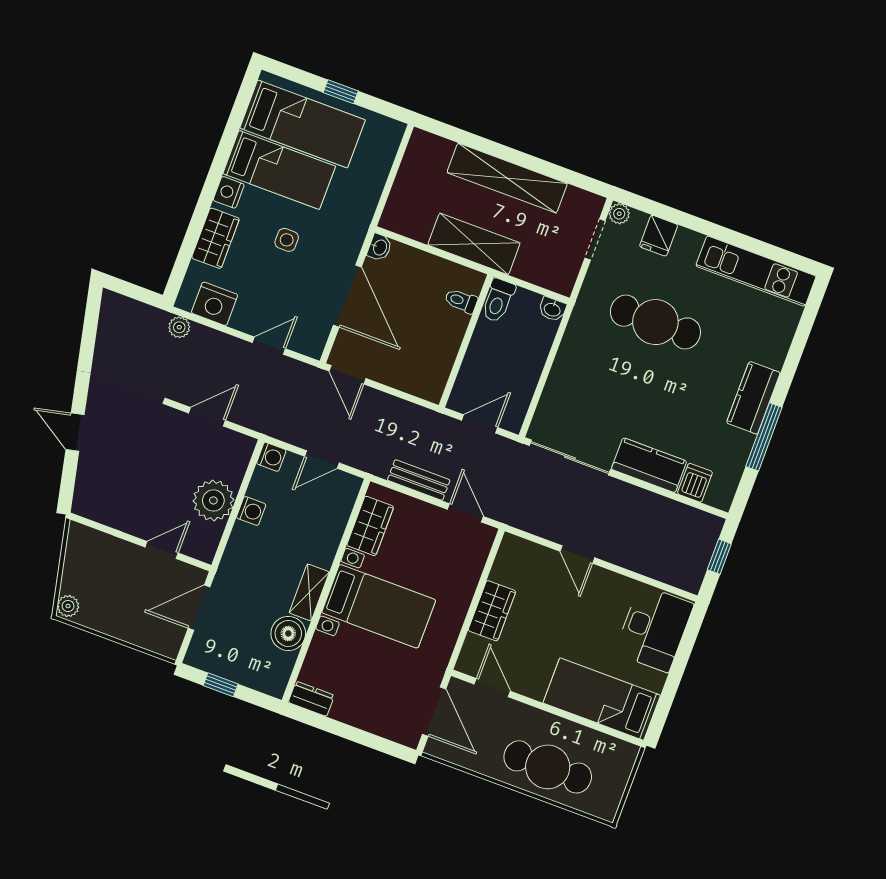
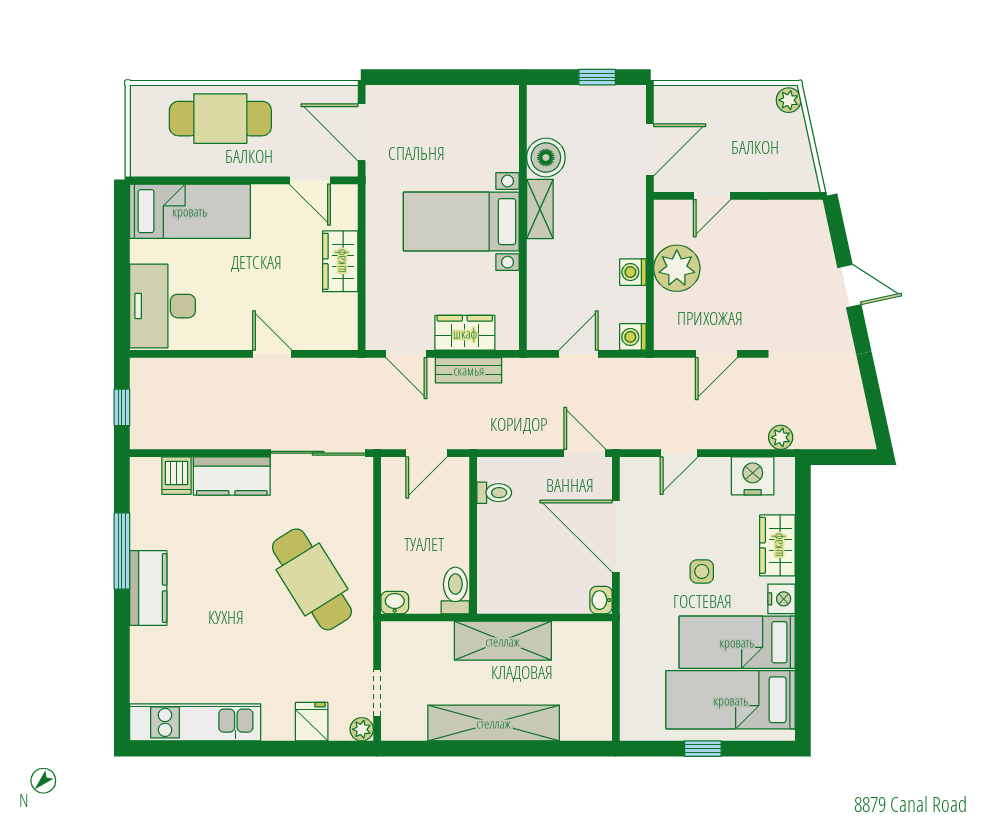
toilet: (461, 301) -> (494, 493), moved
cafe table: (655, 322) -> (312, 579), moved, turned 58
wardrobe: (370, 526) -> (465, 333), moved, turned 90
dresser: (311, 699) -> (496, 98), removed

